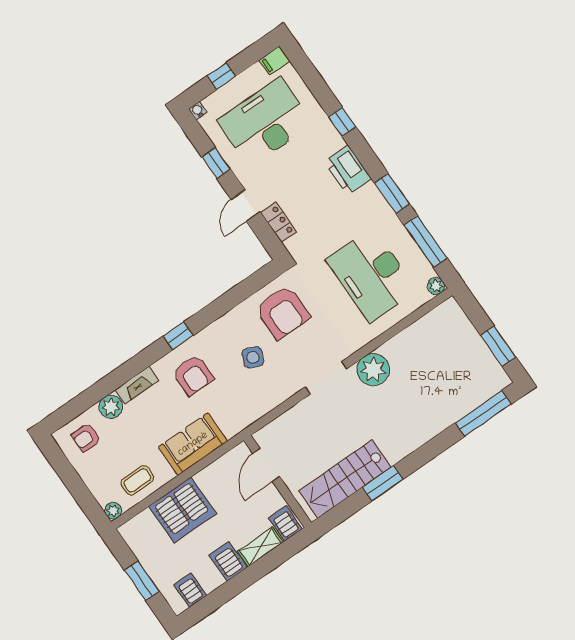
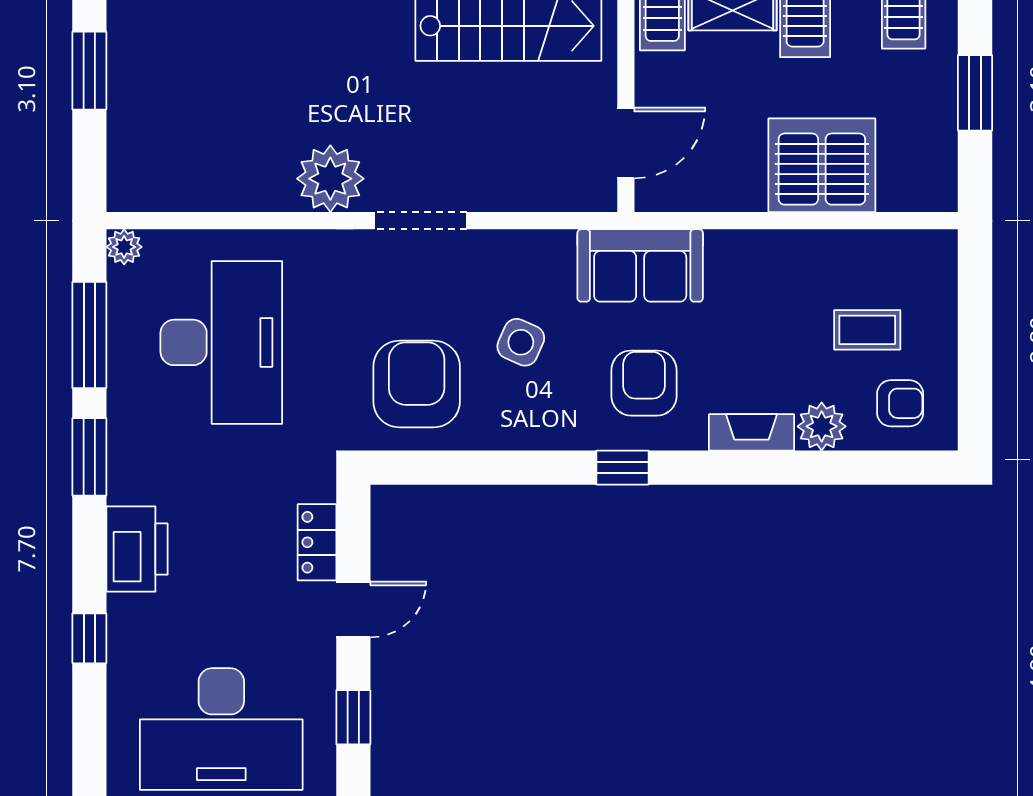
sofa: (193, 444) -> (640, 265), moved
coffee table: (137, 480) -> (867, 330), moved
plant: (113, 511) -> (941, 246), removed

